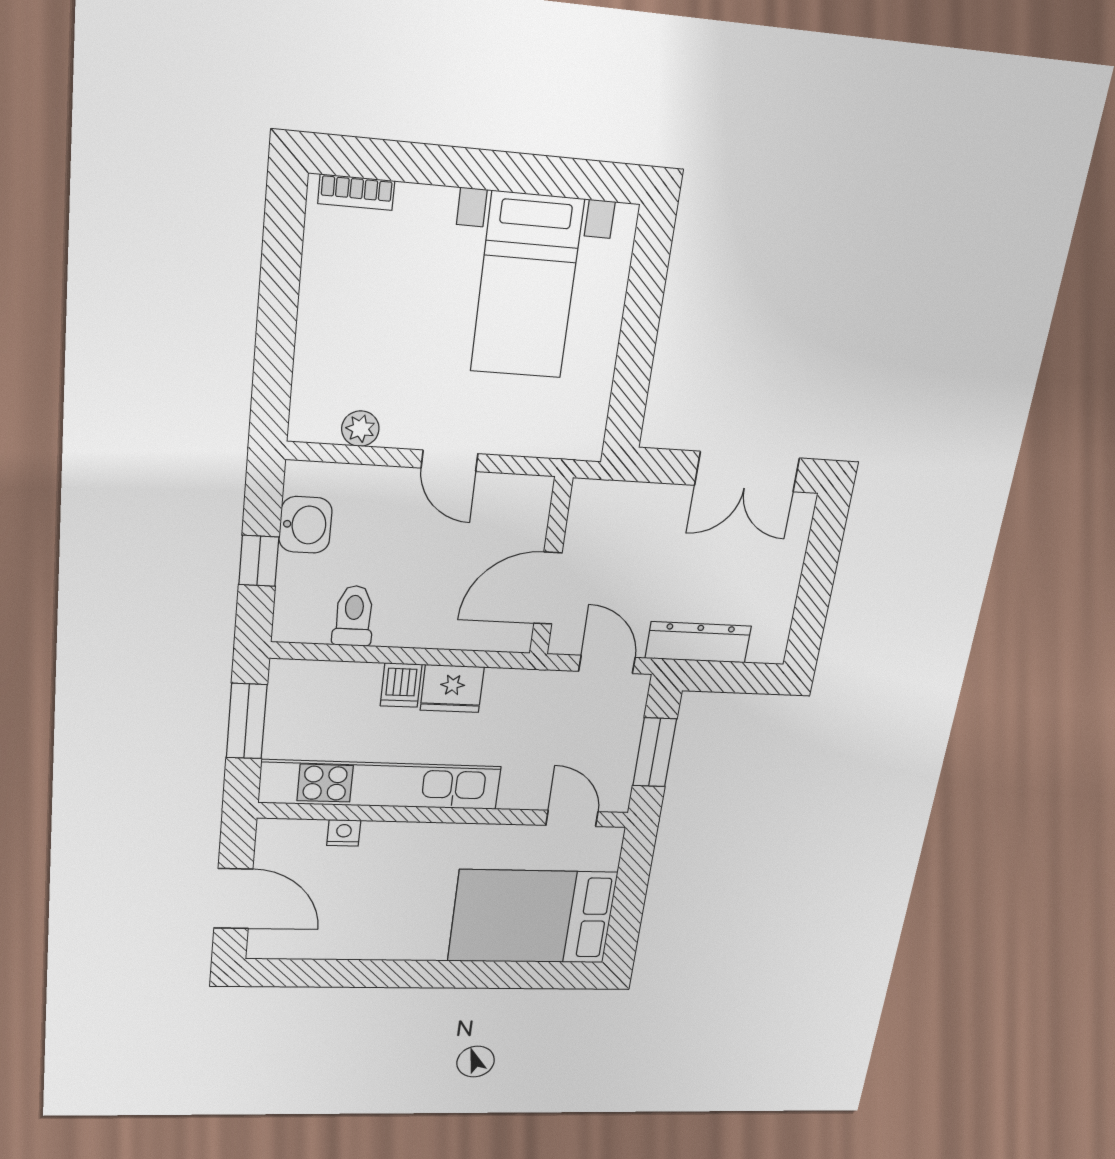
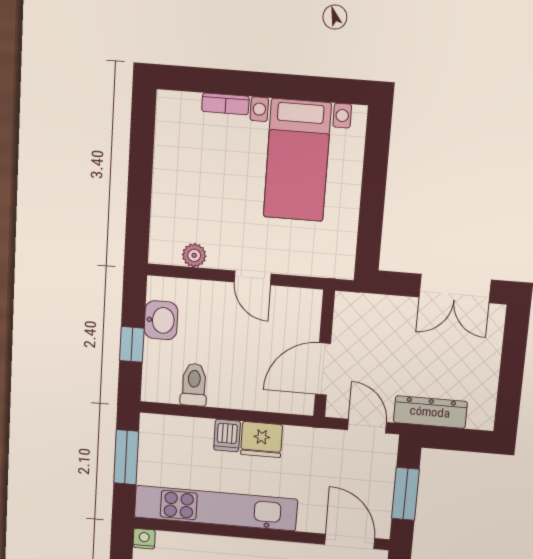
bookcase: (356, 192) -> (225, 104), moved
door: (572, 818) -> (350, 541), width x1.38
nightstand: (344, 833) -> (144, 539), moved

